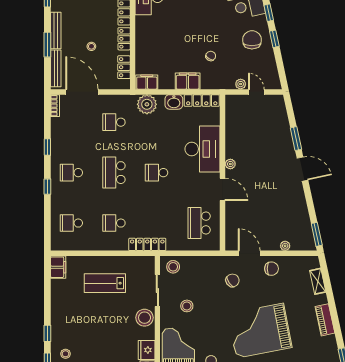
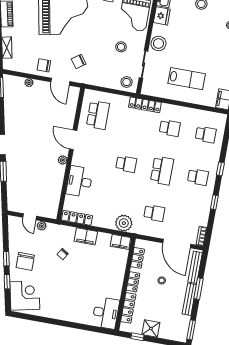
washbasin: (174, 102) -> (101, 221), removed
desk: (202, 149) -> (79, 181), width x0.73, depth x0.77

